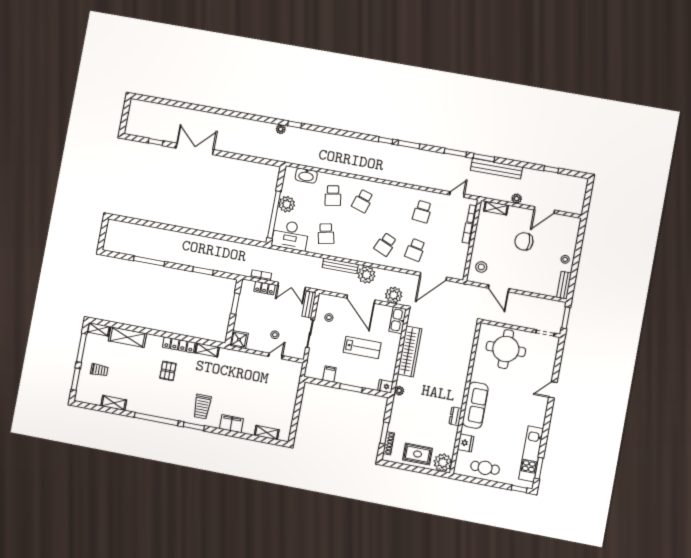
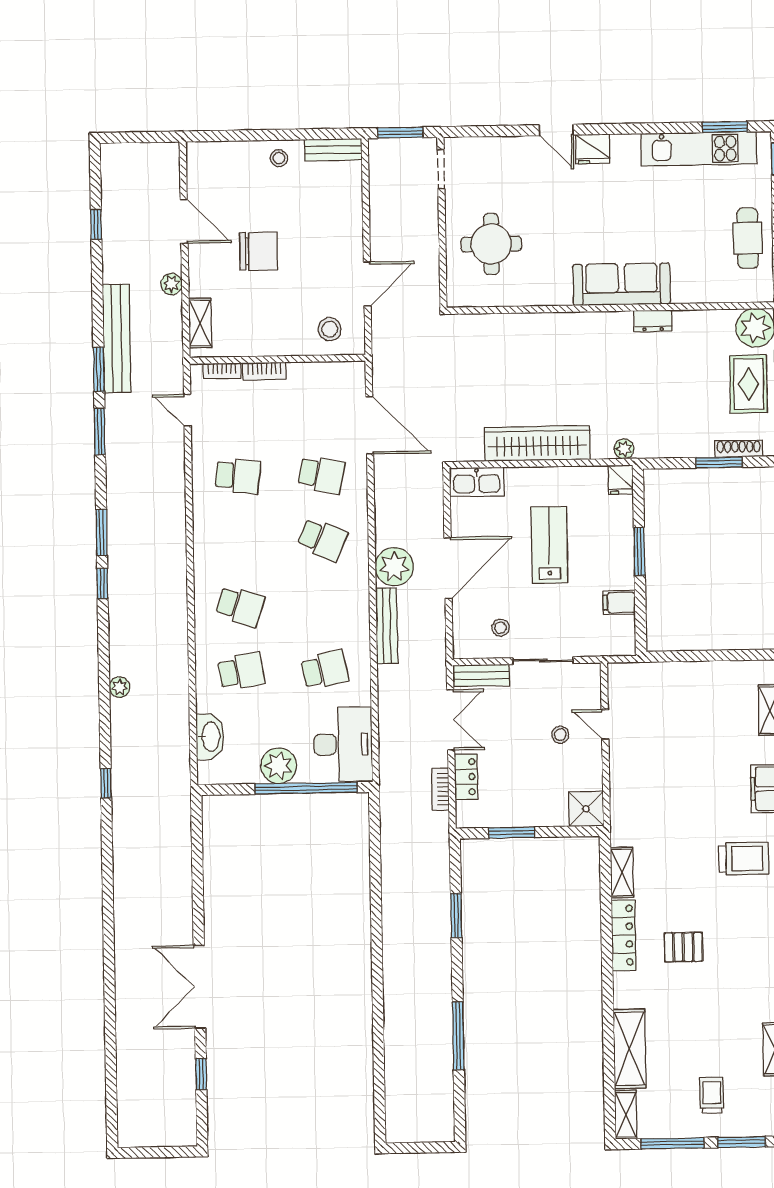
plant: (281, 129) -> (120, 687), moved
chair: (524, 241) -> (258, 251), turned -90
plant: (394, 295) -> (426, 501), removed
round table: (506, 349) -> (491, 244), width x0.73, depth x0.73
fridge: (466, 443) -> (593, 149), moved, turned 180

